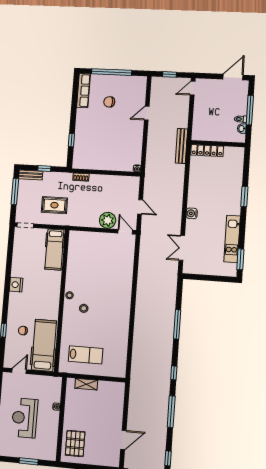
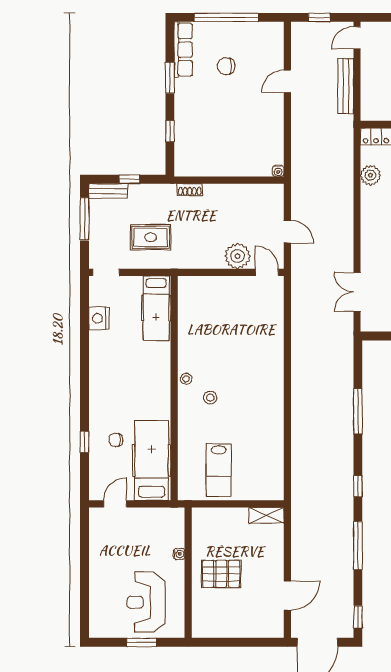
window: (74, 107) -> (170, 78), added
bench: (181, 146) -> (346, 86), moved
plant: (195, 174) -> (370, 175), added
water cooler: (192, 213) -> (369, 237), removed
nightstand: (16, 285) -> (99, 318), moved
lab bench: (86, 355) -> (219, 470), turned 90
shelving: (86, 384) -> (266, 515), moved
reception desk: (25, 418) -> (146, 602), moved
pallet: (75, 443) -> (221, 574), moved, turned 90

